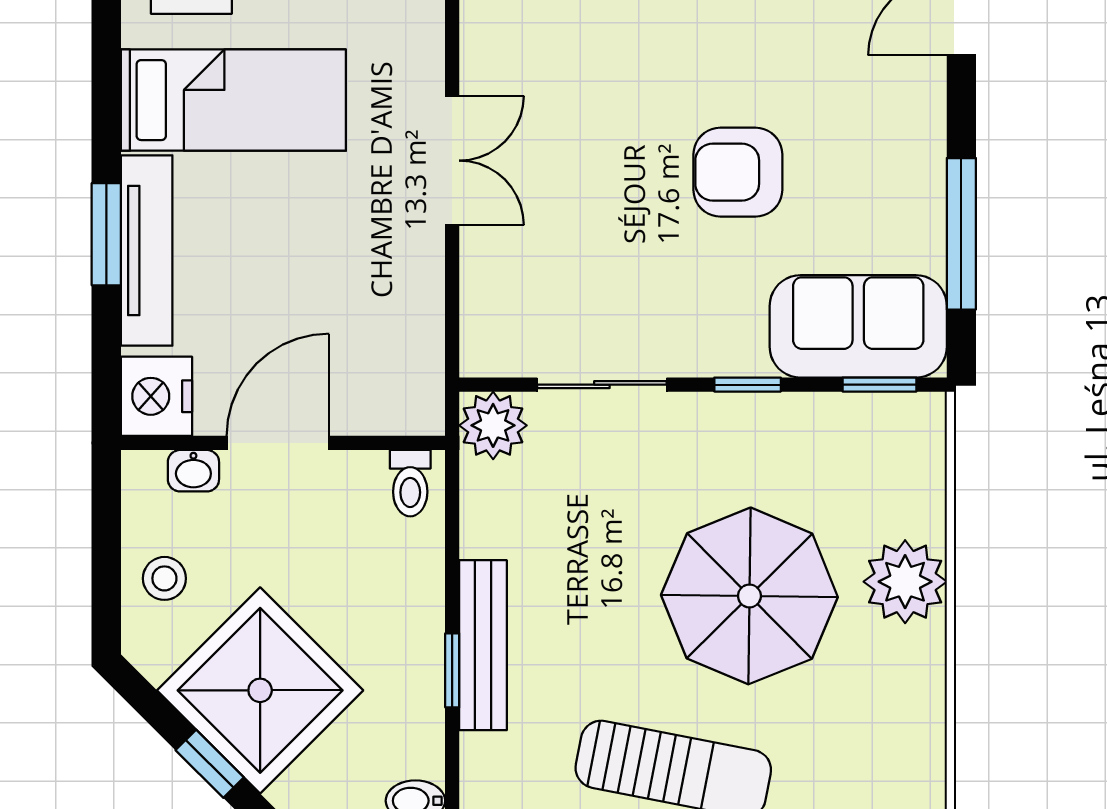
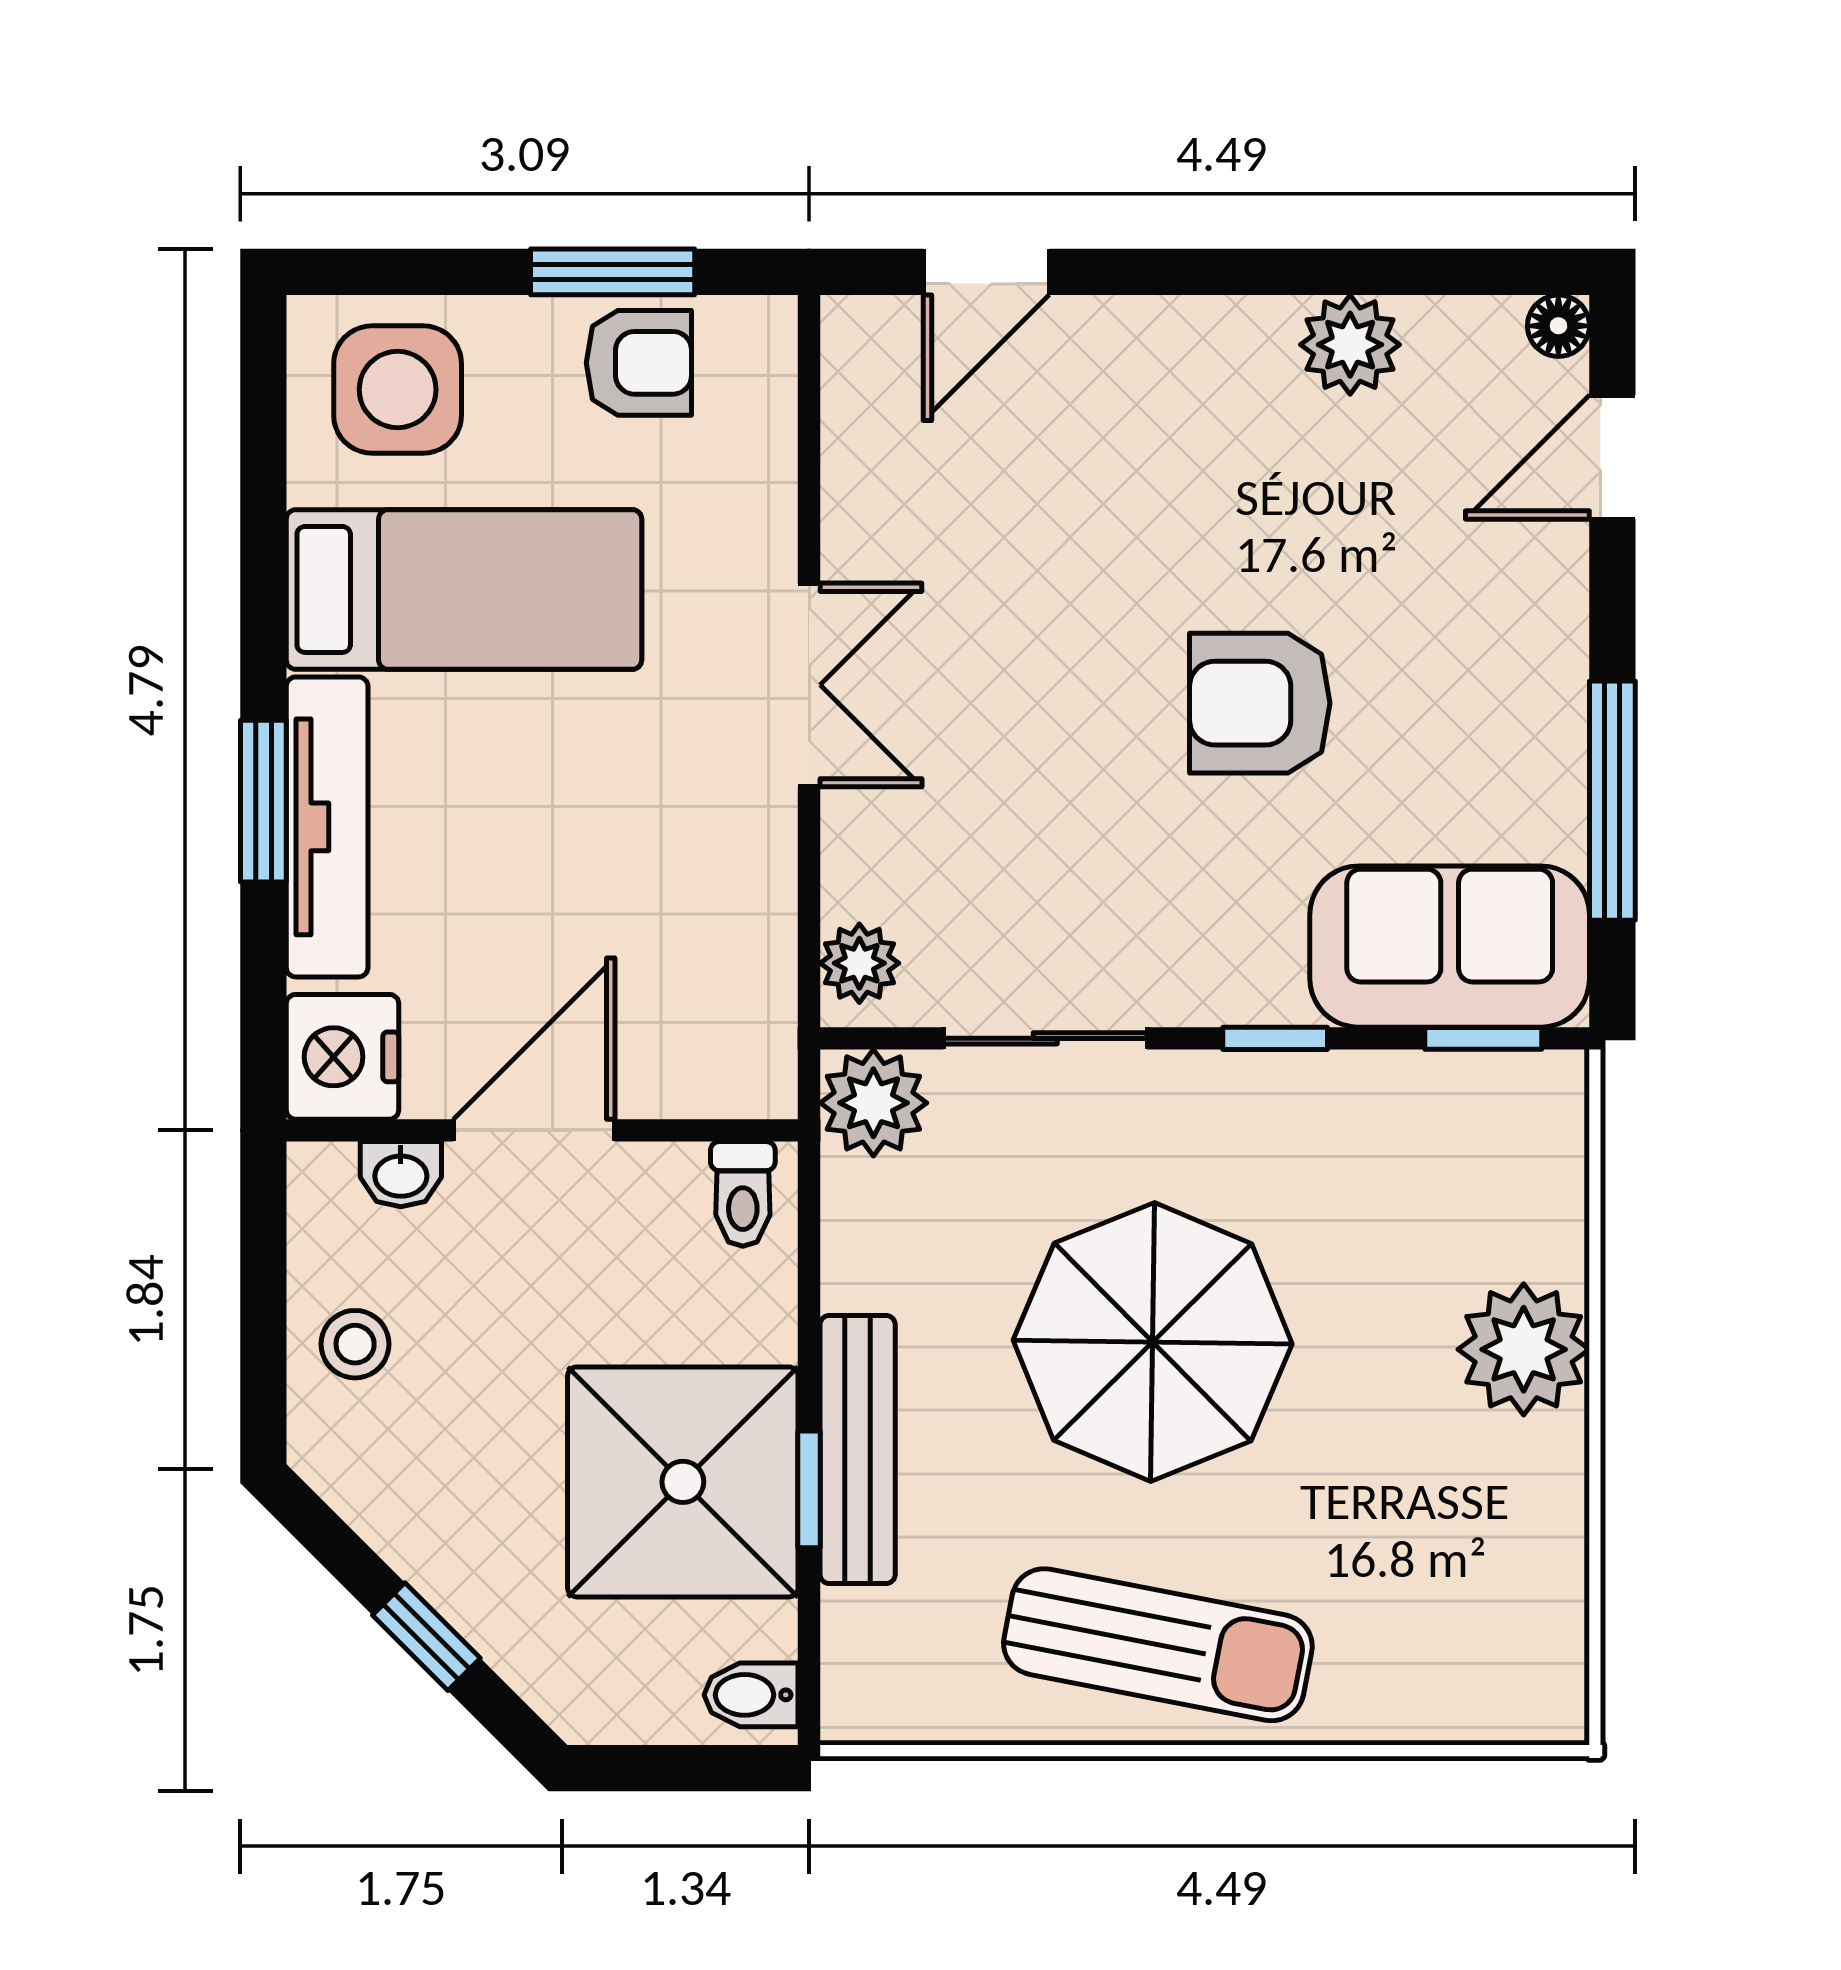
plant: (484, 337) -> (859, 963), added
parasol: (749, 596) -> (1153, 1342), moved
shower: (260, 690) -> (683, 1482), moved, turned 45

